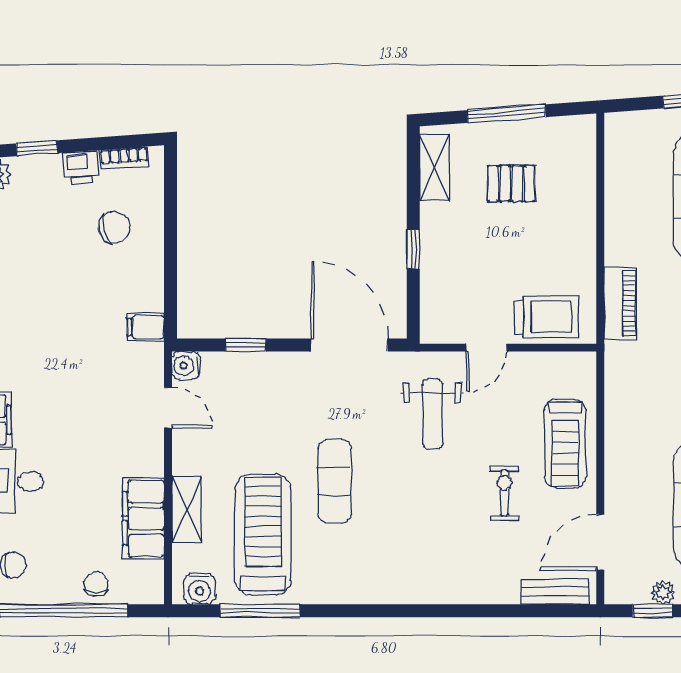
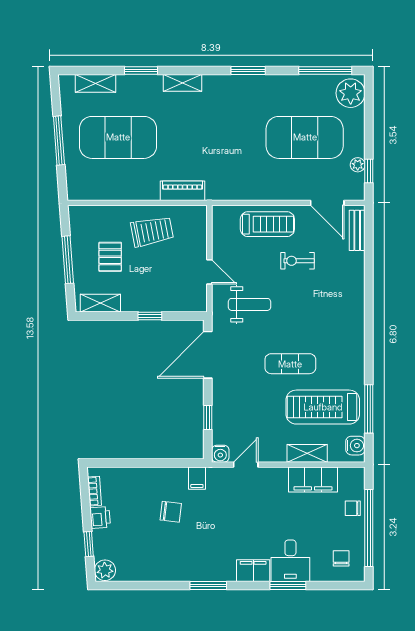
chair: (114, 227) -> (171, 512), moved, turned 112
trolley: (547, 317) -> (152, 231), moved, turned 79

